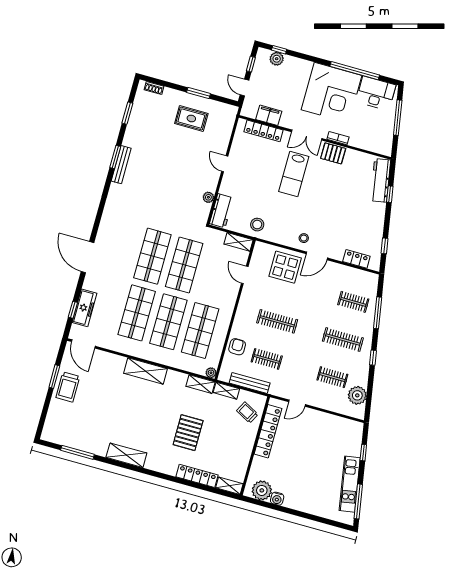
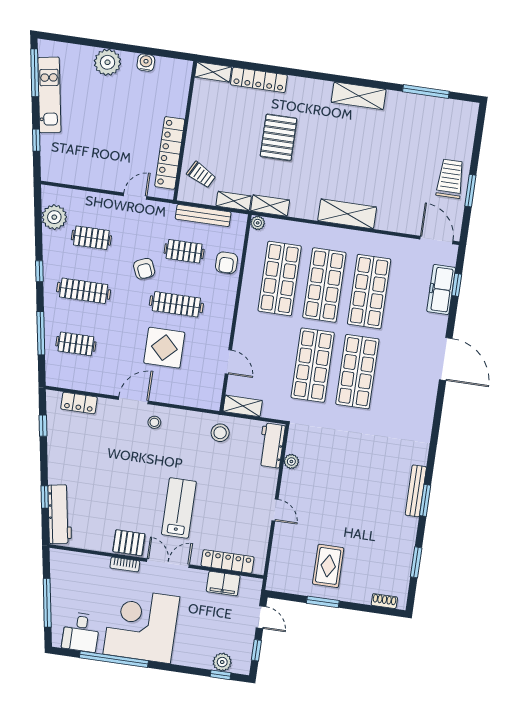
desk: (376, 93) -> (81, 632), width x0.73
rug: (191, 118) -> (328, 566), turned 90
display table: (285, 267) -> (164, 348), moved
armchair: (297, 350) -> (144, 269), added
plant: (262, 490) -> (108, 62), moved

